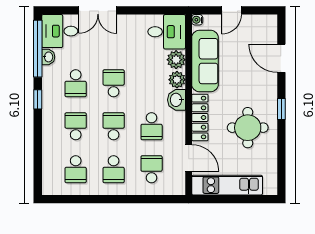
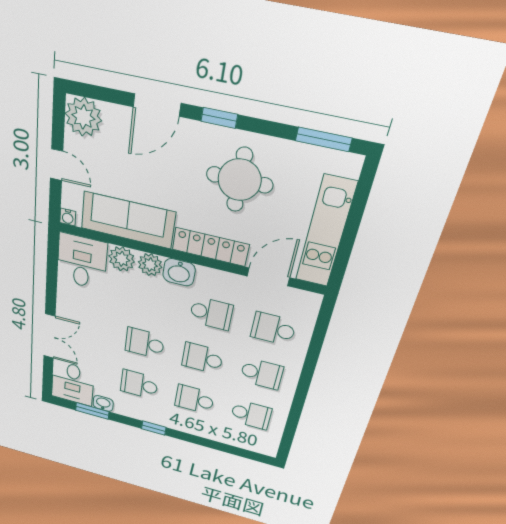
plant: (265, 26) -> (83, 117), added
window: (38, 49) -> (92, 411), width x0.47
door: (281, 58) -> (157, 105), moved
school desk: (76, 83) -> (139, 384), turned 180
window: (281, 170) -> (324, 139), added

